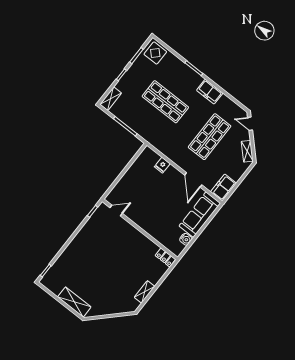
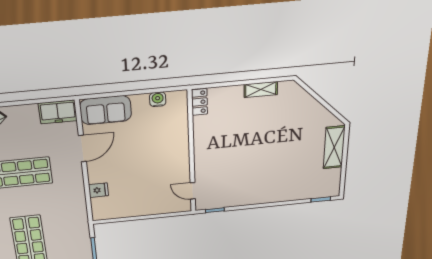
sofa: (200, 215) -> (106, 110), width x0.73

